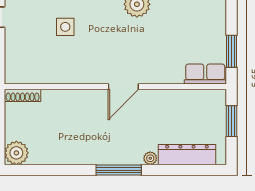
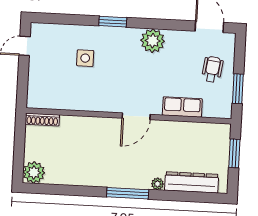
wheelchair: (203, 32) -> (212, 69), added
row of seats: (205, 74) -> (182, 107), moved

